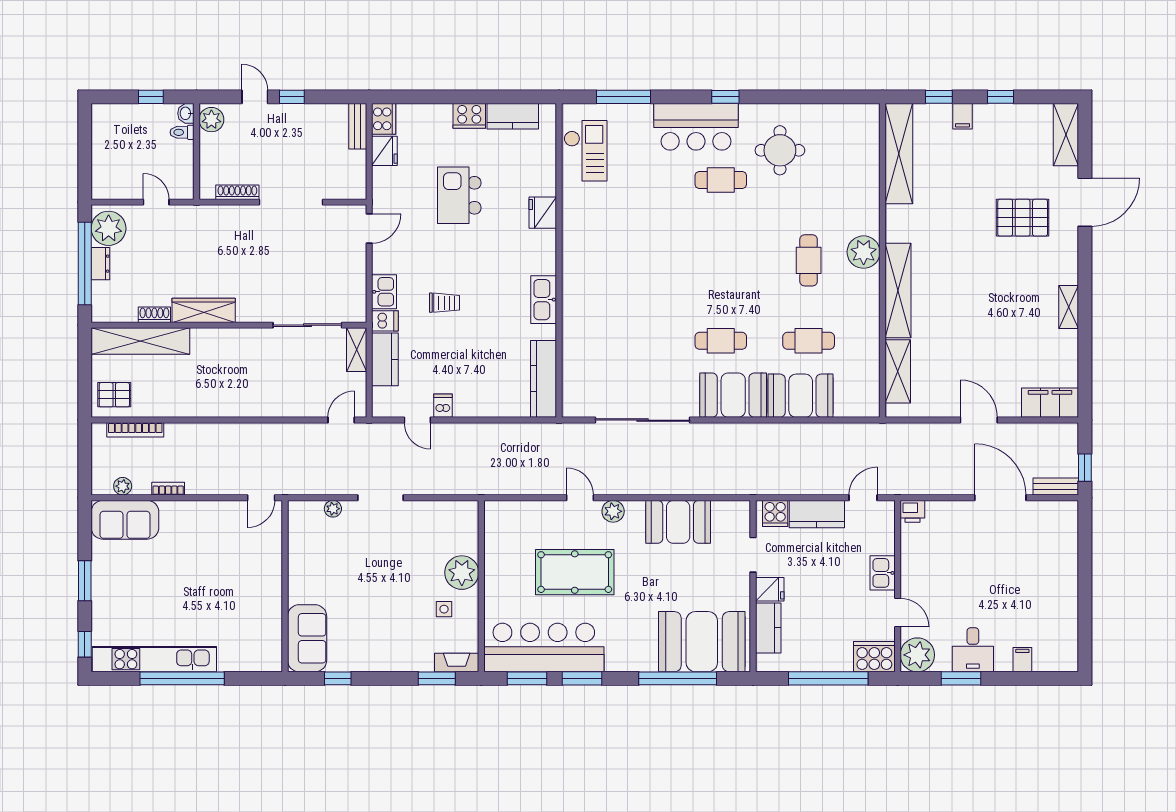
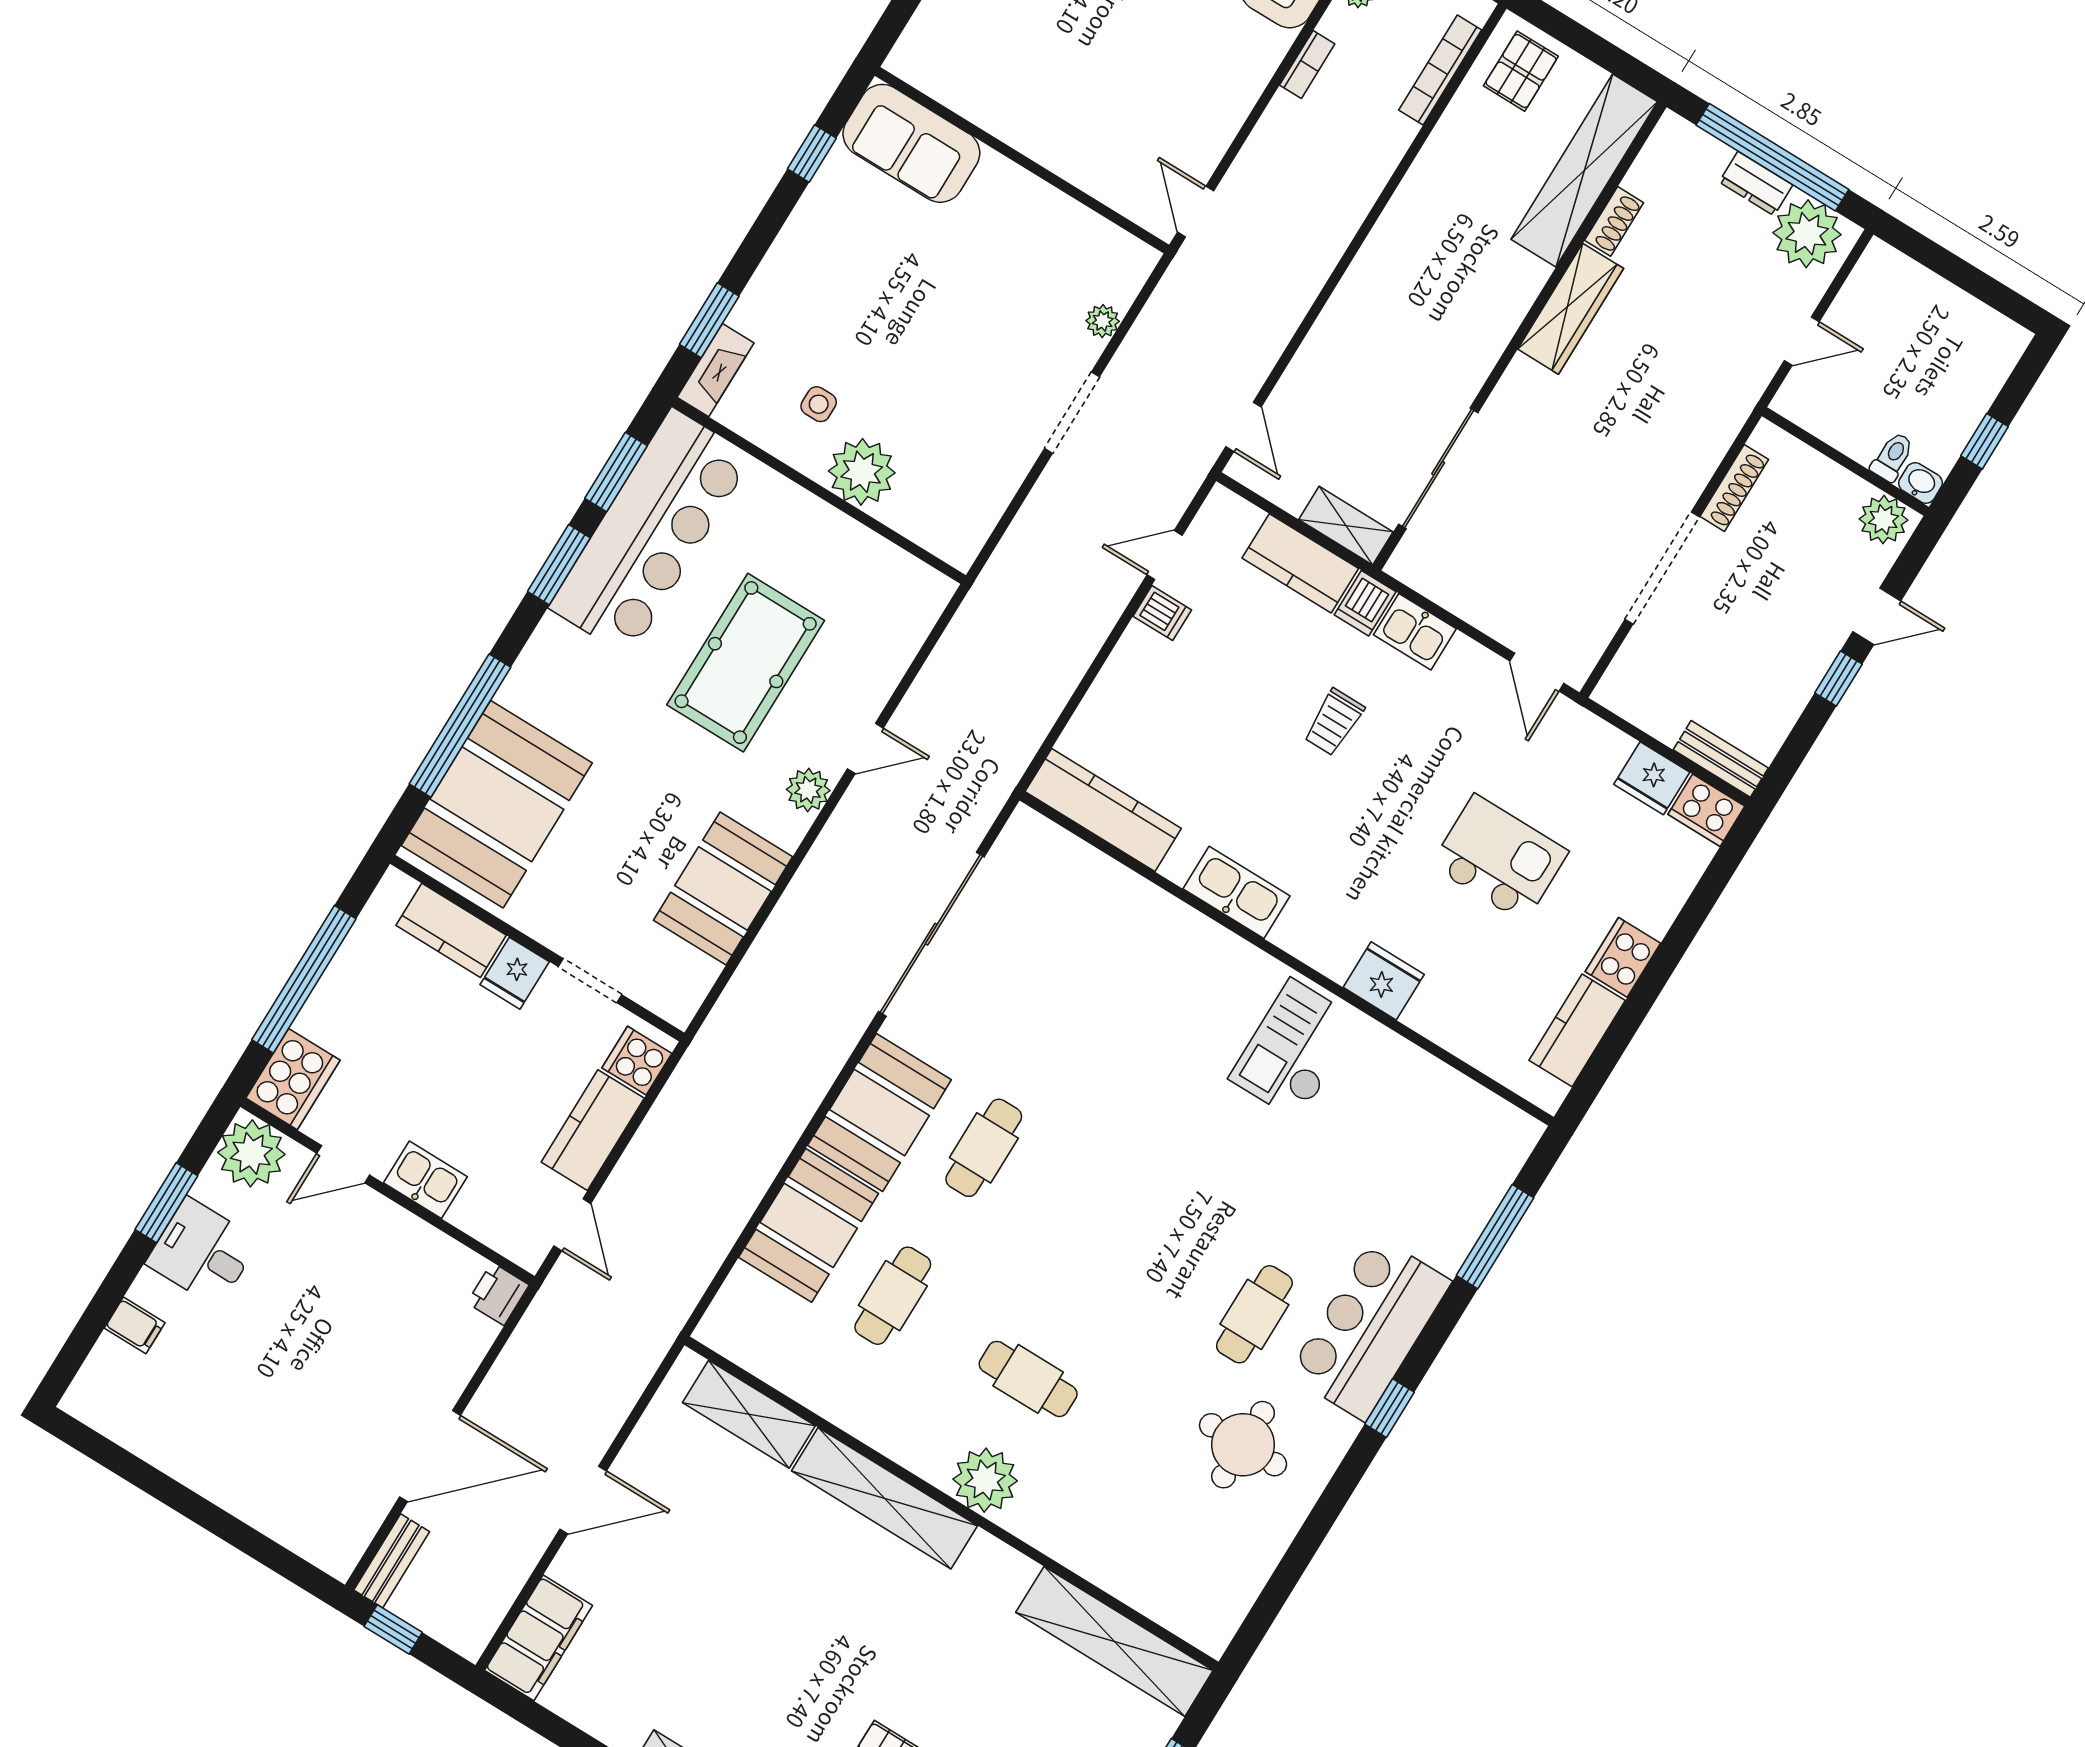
checkout: (586, 151) -> (1295, 1050), moved, turned 90

